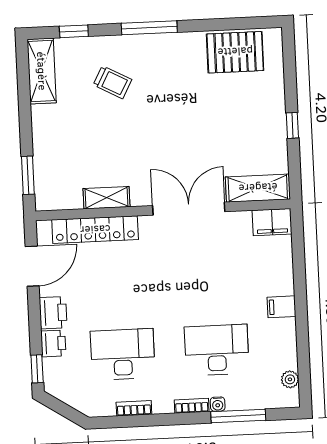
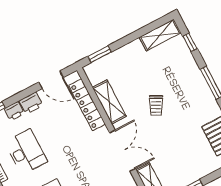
trolley: (112, 82) -> (156, 105), moved
shelving: (106, 198) -> (109, 102), width x1.50, depth x1.33

